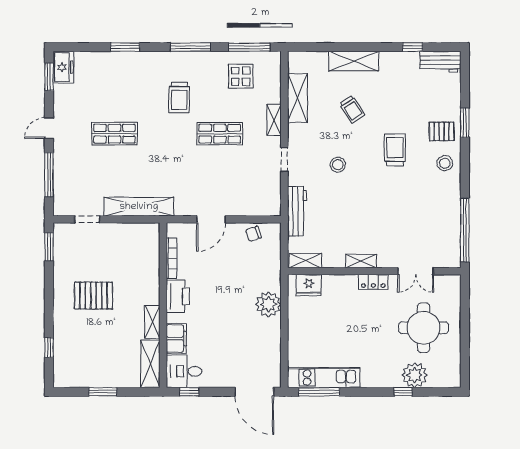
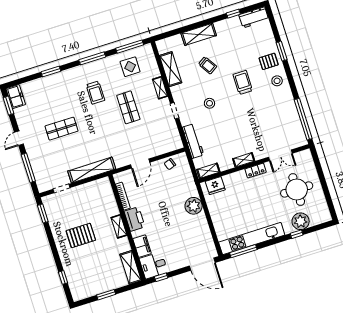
shop shelf: (220, 134) -> (128, 107), turned 90
shelving: (152, 322) -> (119, 226), moved
kitchen unit: (324, 378) -> (252, 239), width x1.36

